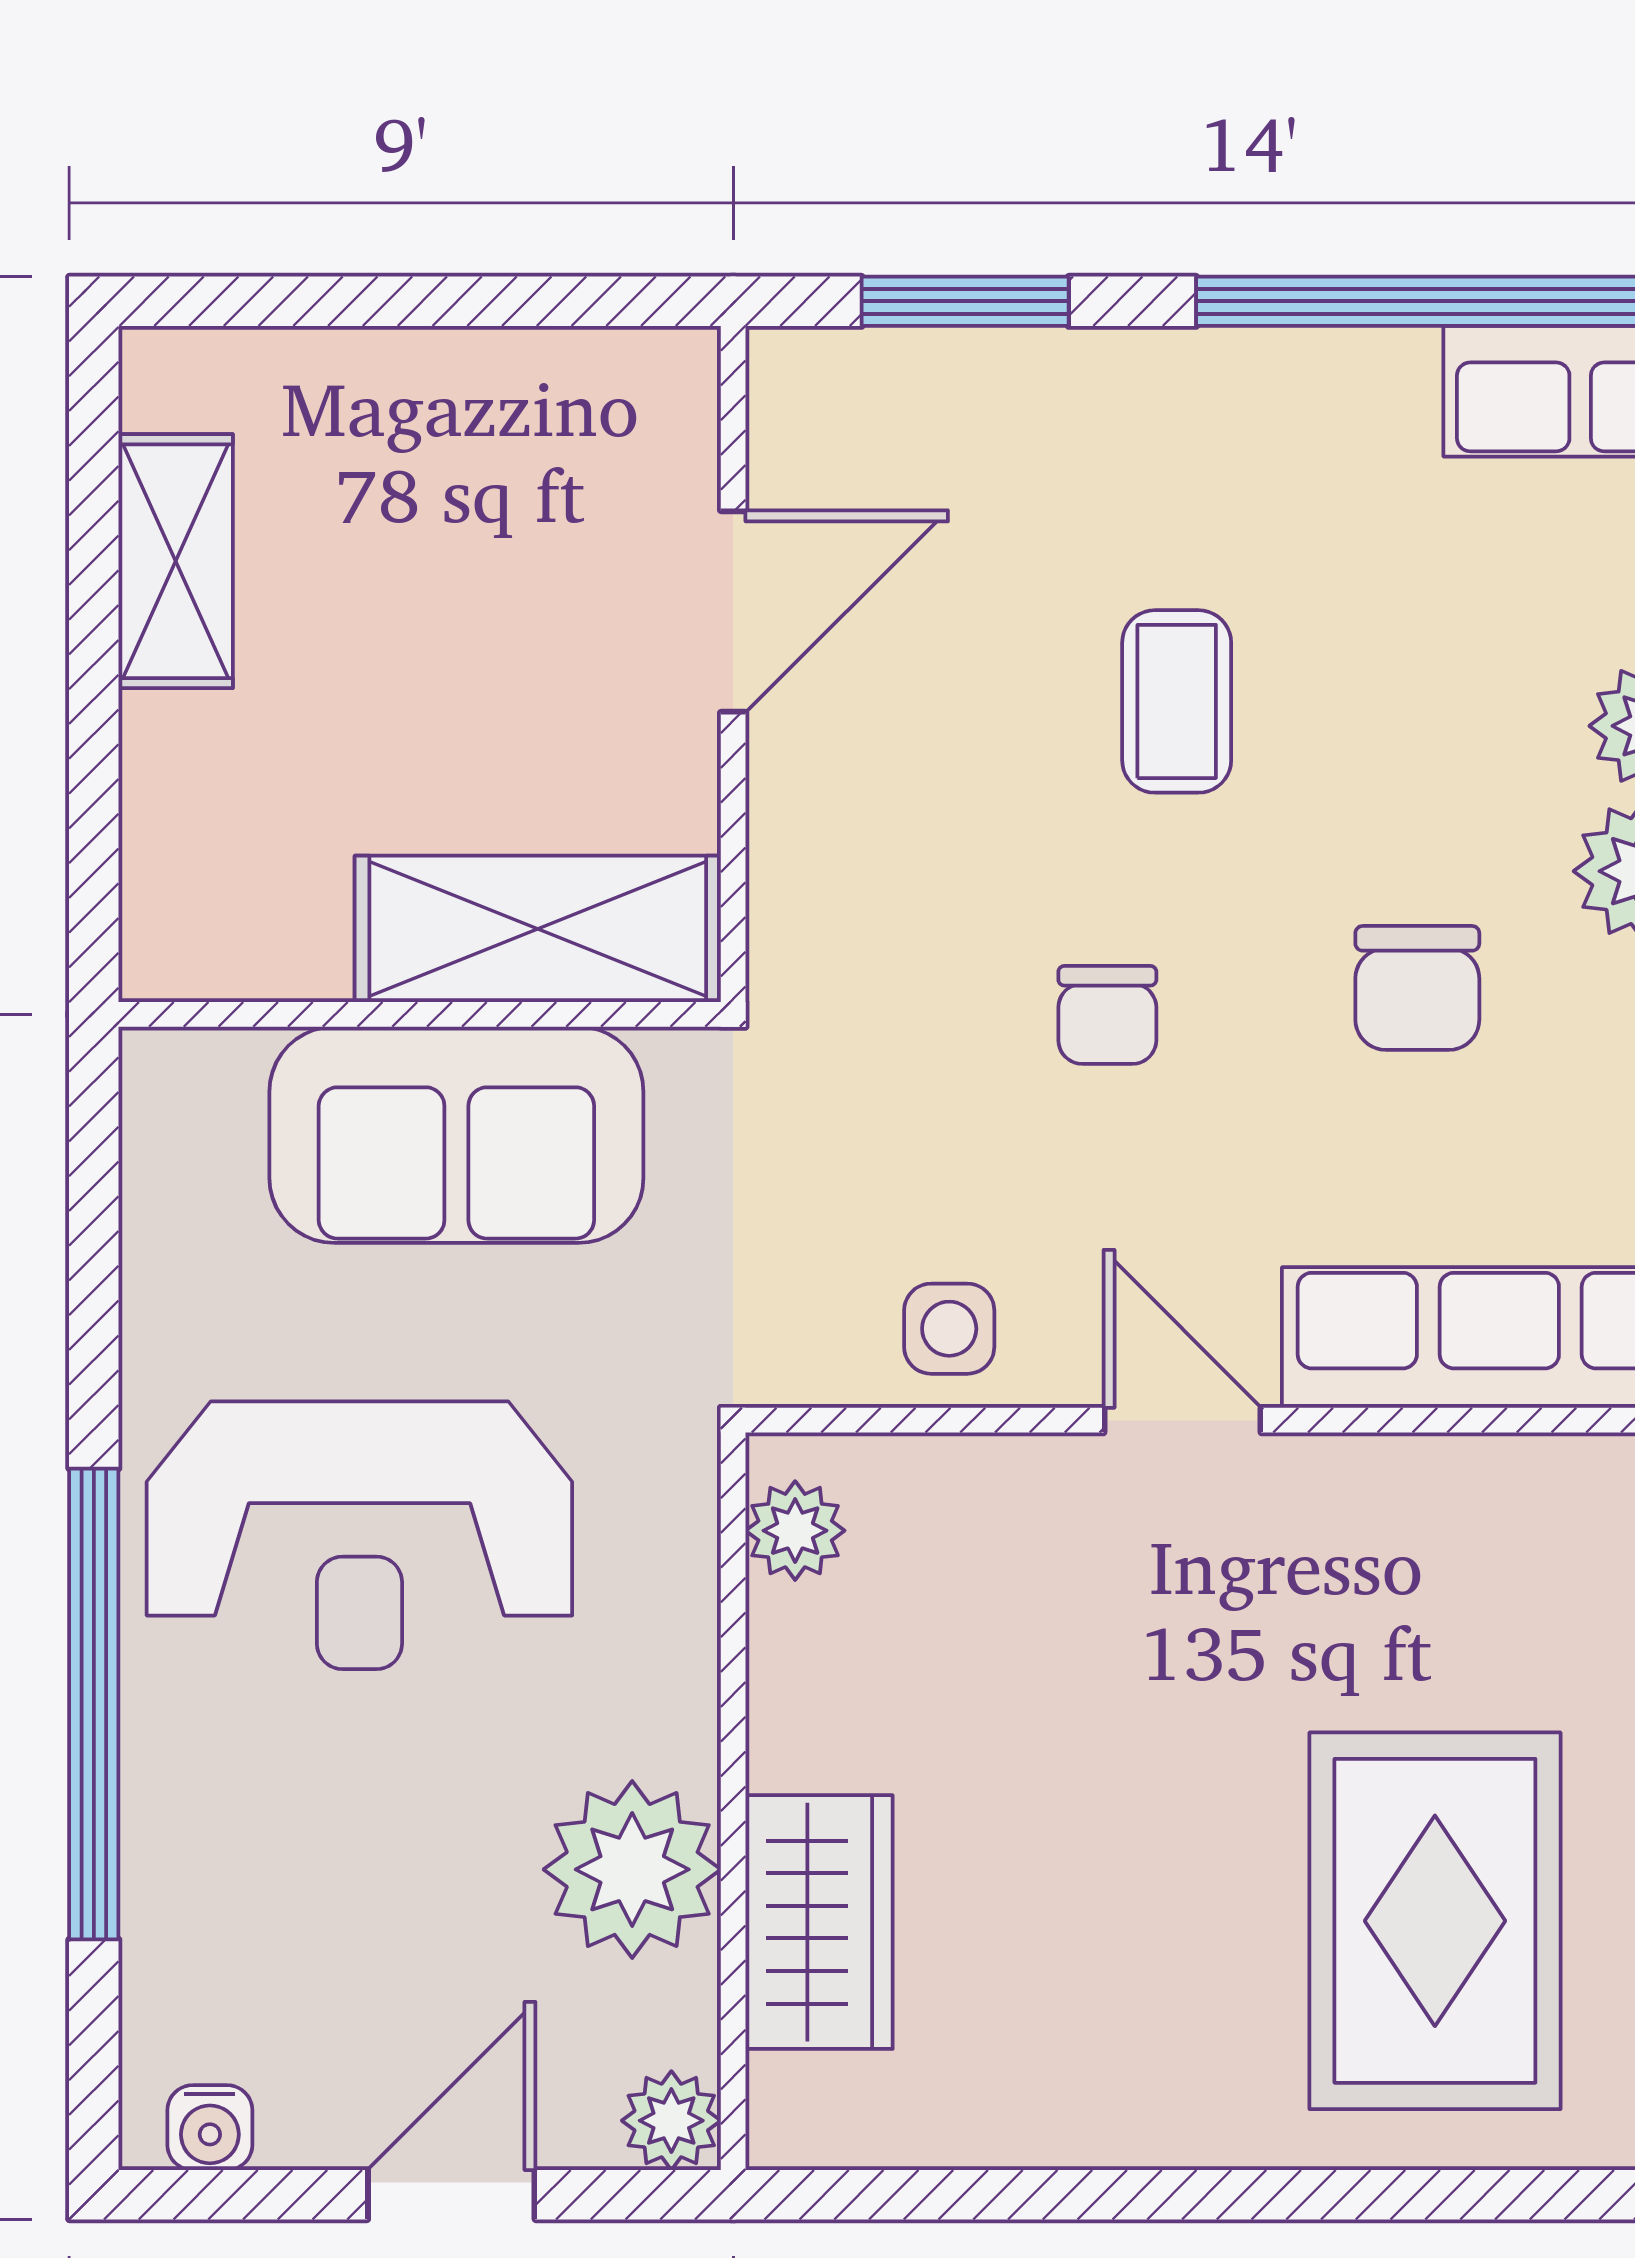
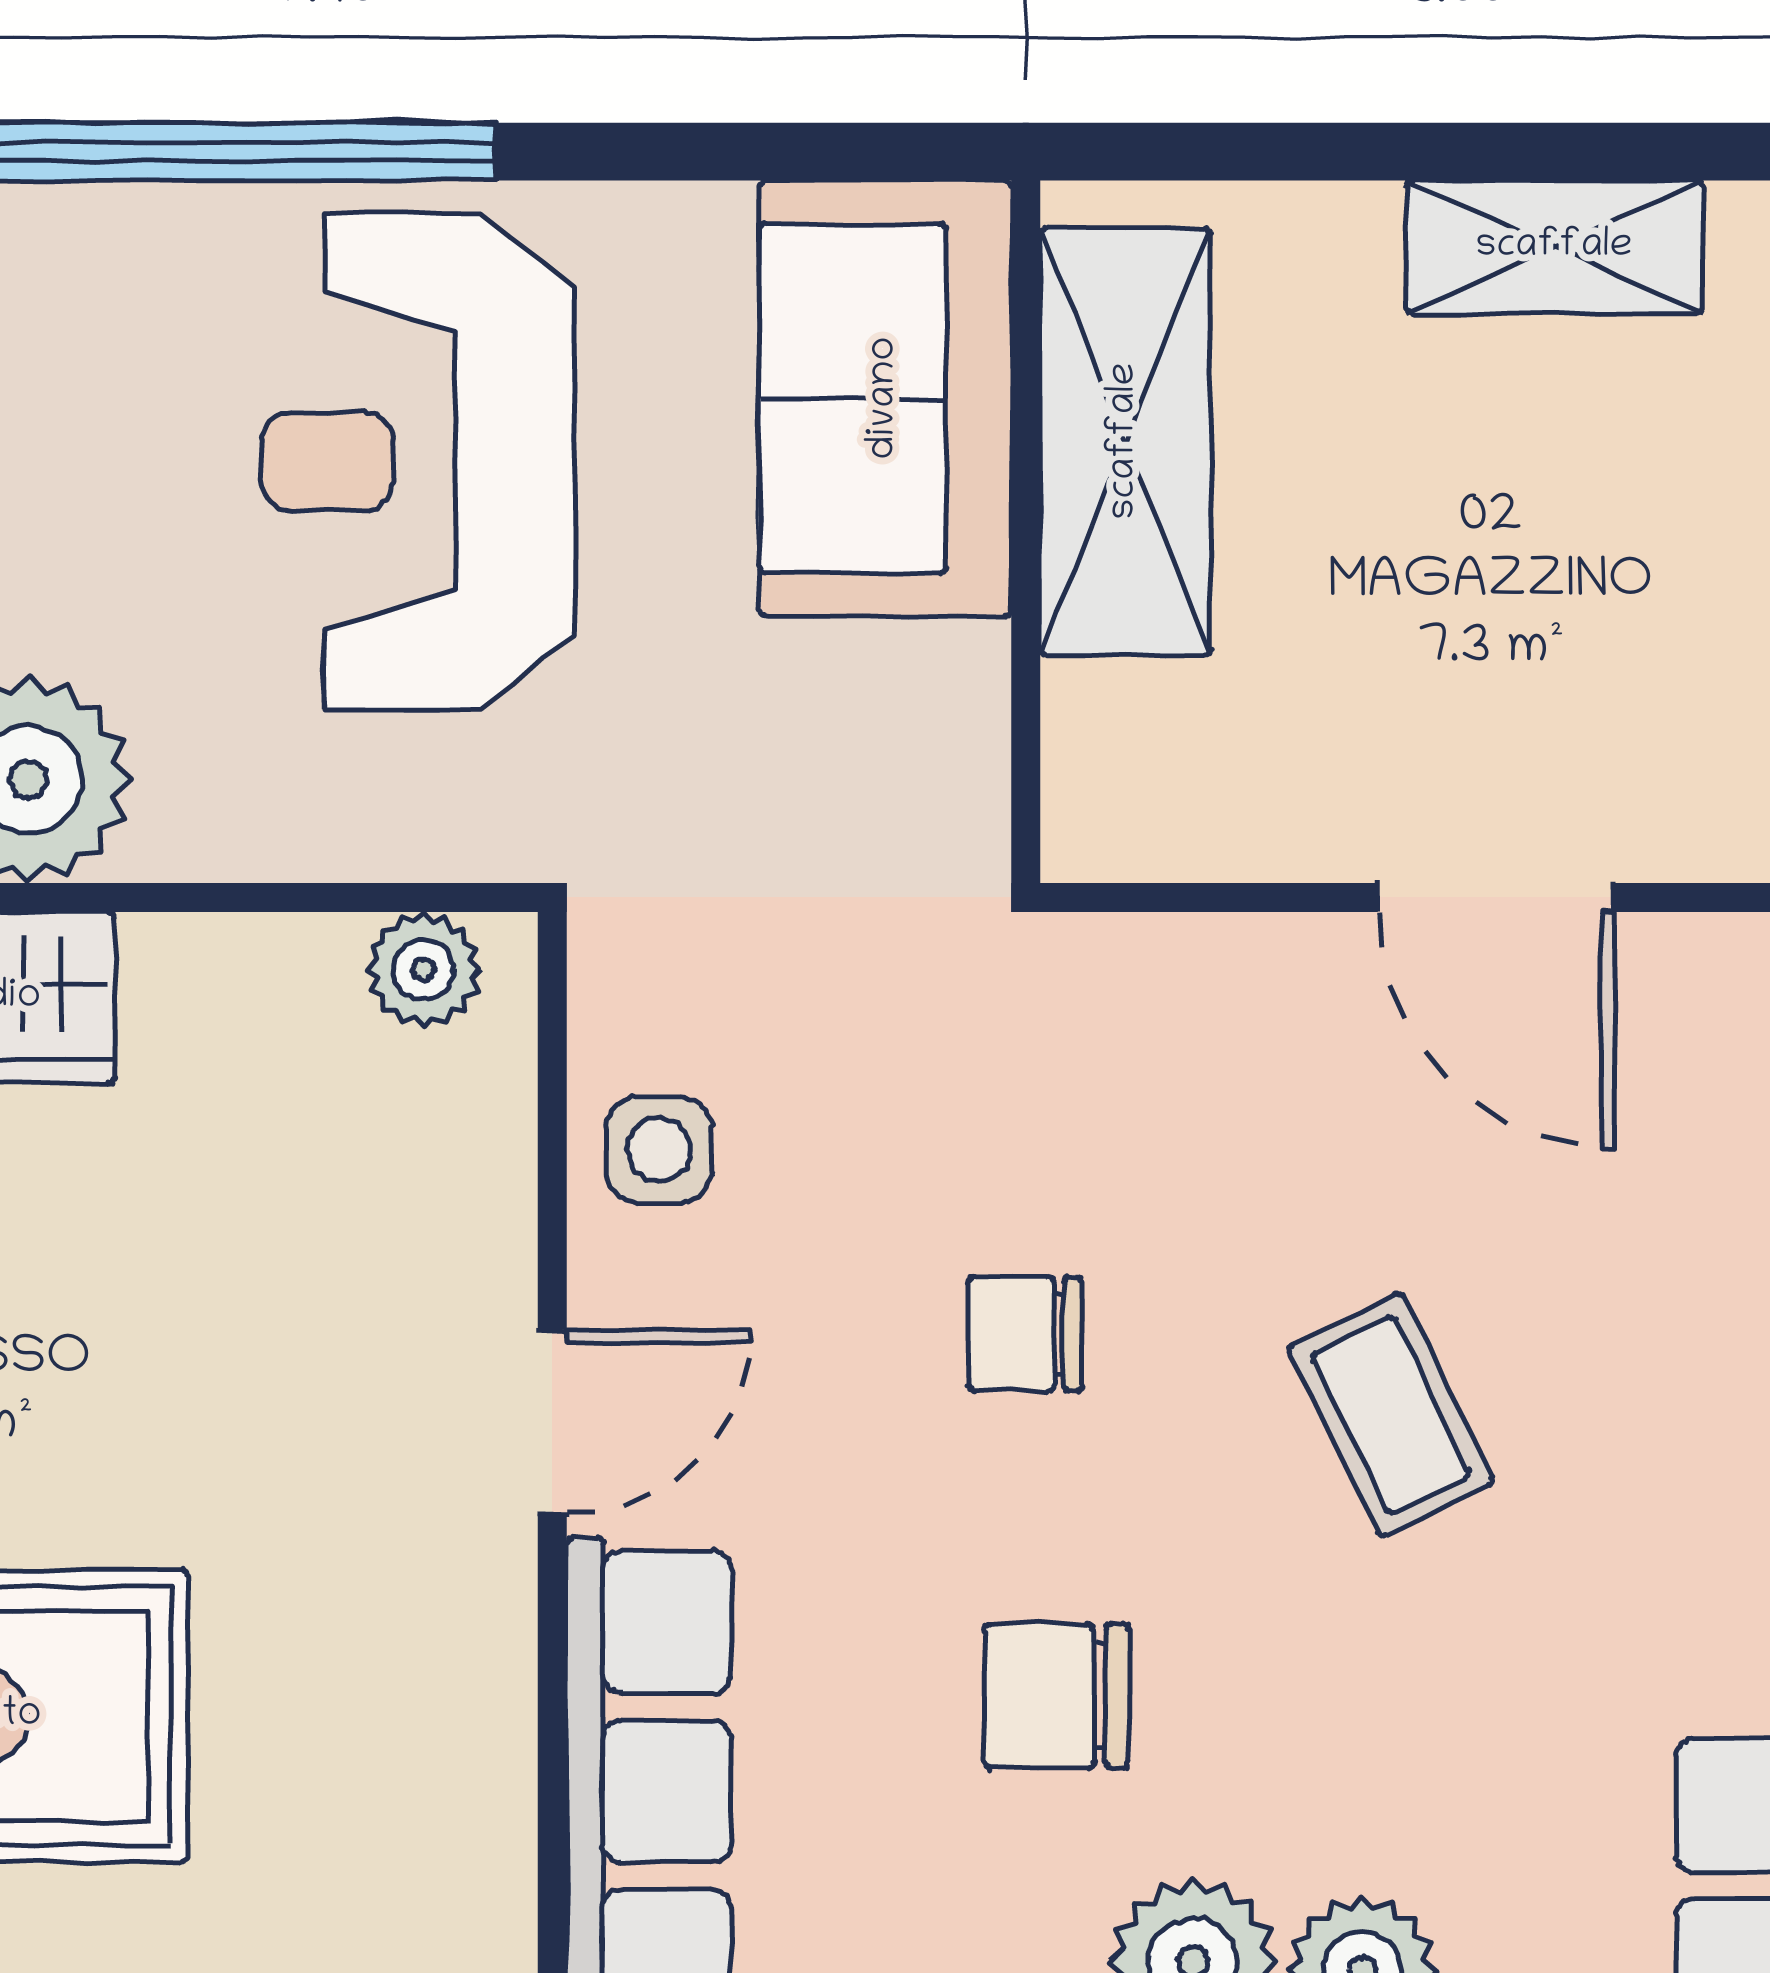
coffee table: (1177, 701) -> (1391, 1415), turned 64
shelving: (538, 929) -> (1125, 441), moved
sofa: (456, 1135) -> (885, 398), moved

